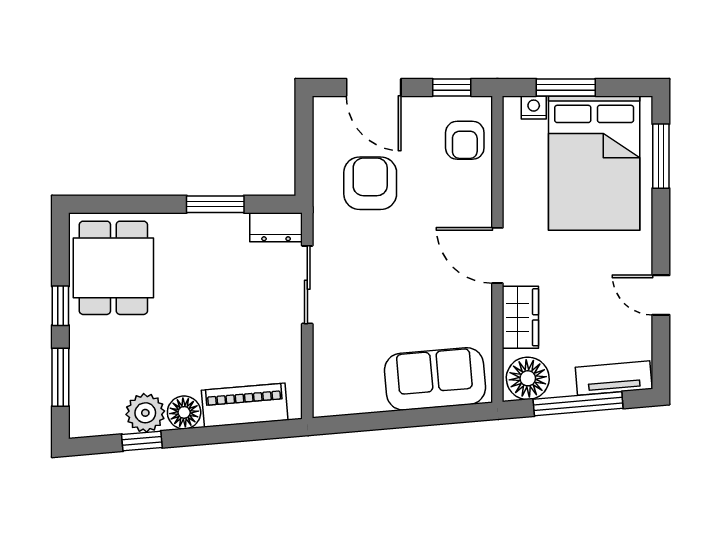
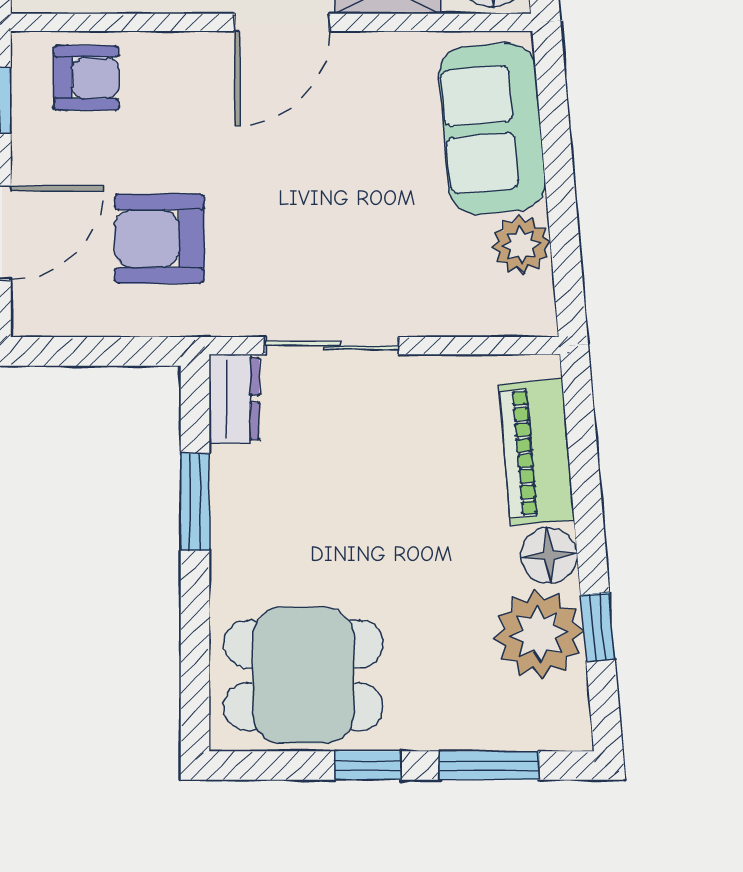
plant: (367, 396) -> (521, 245), added
plant: (145, 413) -> (539, 634), width x1.36, depth x1.36

